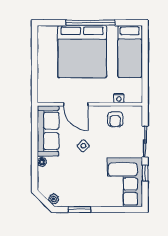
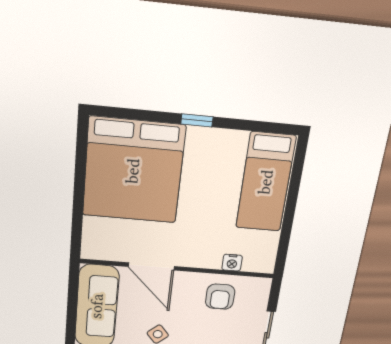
window: (90, 23) -> (197, 120), width x0.32
bed: (82, 52) -> (133, 171), moved

